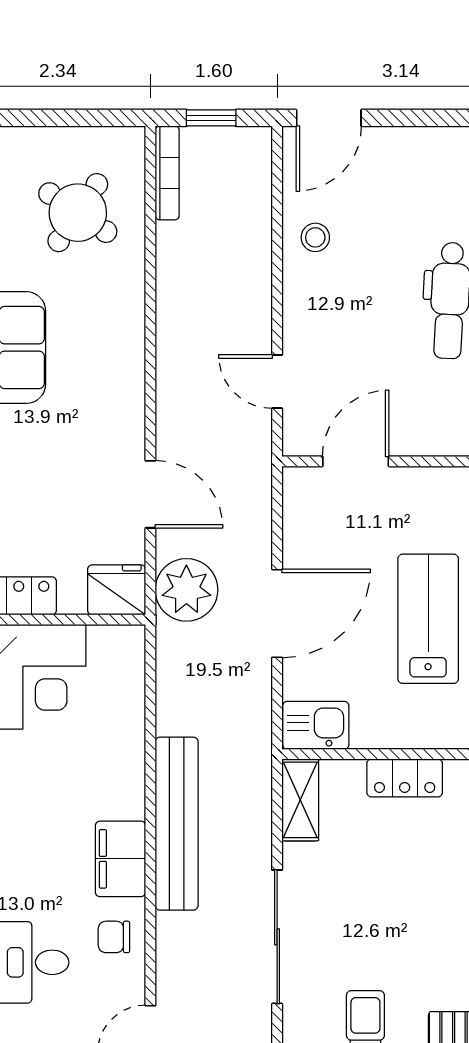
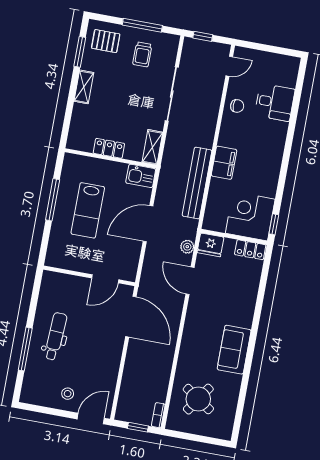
bookcase: (167, 173) -> (158, 415), width x0.64
stool: (315, 237) -> (68, 394), moved
door: (277, 382) -> (131, 317), width x1.87
plant: (186, 590) -> (187, 247), width x0.53, depth x0.53
bench: (177, 824) -> (197, 183), moved
filing cabinet: (120, 859) -> (224, 163), moved

